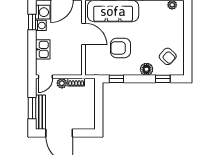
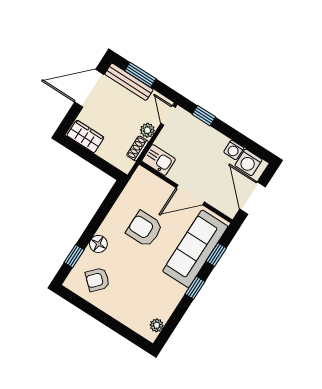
window: (32, 22) -> (204, 116), moved
armchair: (120, 48) -> (144, 229), turned -90
kitchen sink: (43, 49) -> (159, 160), moved, turned 180
window: (116, 79) -> (110, 200), removed
wardrobe: (89, 117) -> (85, 136), added

